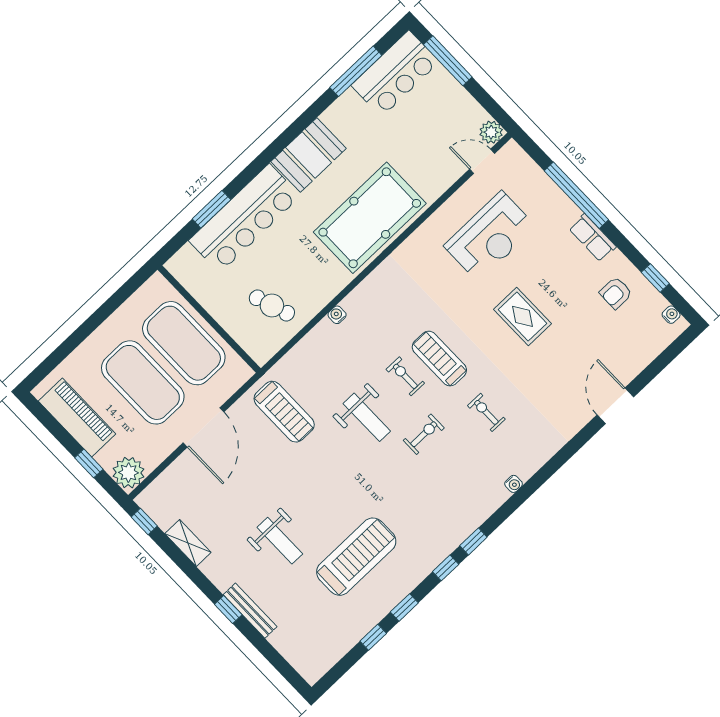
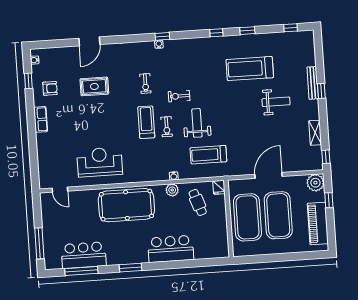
bar counter: (395, 74) -> (84, 255), moved
plant: (491, 132) -> (172, 190), moved
booth: (309, 155) -> (130, 252), removed
window: (576, 195) -> (33, 143), removed
window: (211, 209) -> (130, 268), moved
bar counter: (245, 218) -> (171, 249), width x0.73
reception desk: (490, 236) -> (100, 162), moved
rug: (523, 316) -> (94, 86), moved, turned 90
fridge: (260, 352) -> (219, 187), added
treadmill: (439, 359) -> (146, 122), turned 180
treadmill: (284, 412) -> (208, 155), moved, turned -90
weight bench: (280, 541) -> (276, 102), turned 90
window: (473, 541) -> (162, 36), moved
window: (373, 637) -> (291, 28), moved

